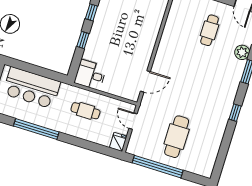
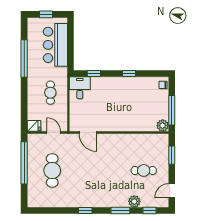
window: (83, 40) -> (94, 73), moved
door: (133, 121) -> (54, 133), hinge flipped
cafe table: (177, 137) -> (52, 170), turned 90

